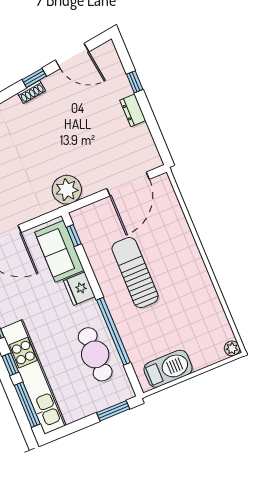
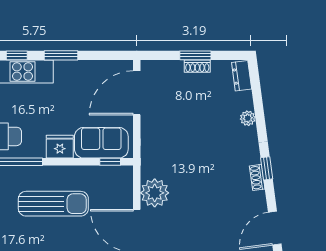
window: (34, 78) -> (267, 168), moved
plant: (67, 190) -> (155, 193), moved

